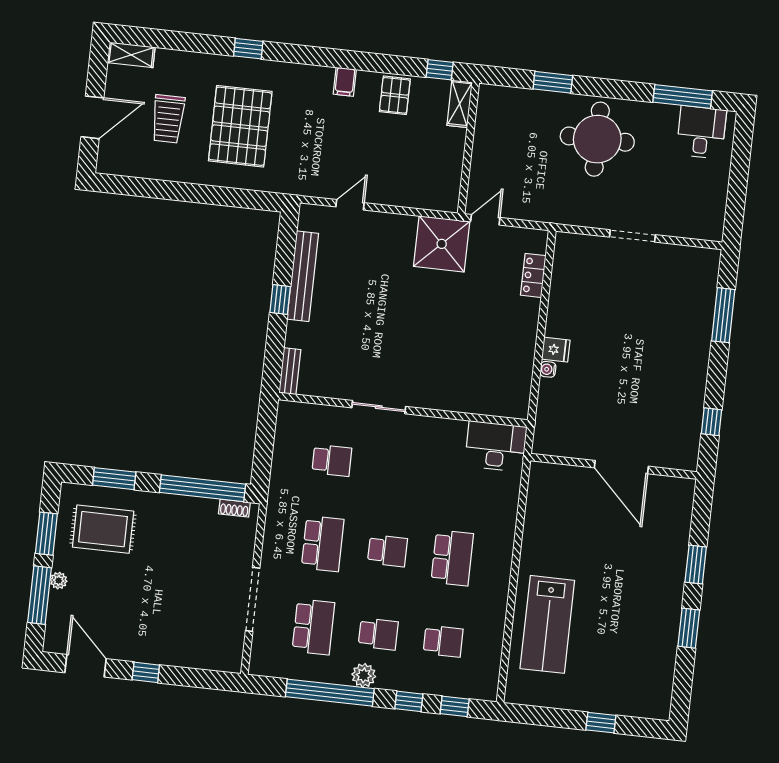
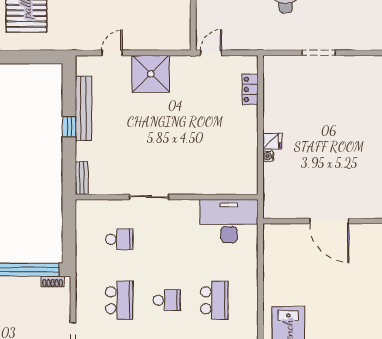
shower: (442, 244) -> (151, 74), moved
desk: (496, 446) -> (229, 221), width x1.36, depth x1.30

